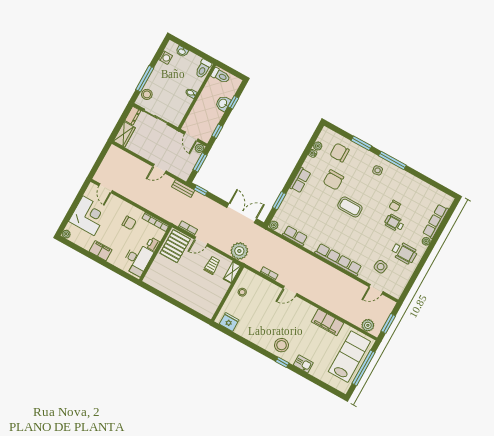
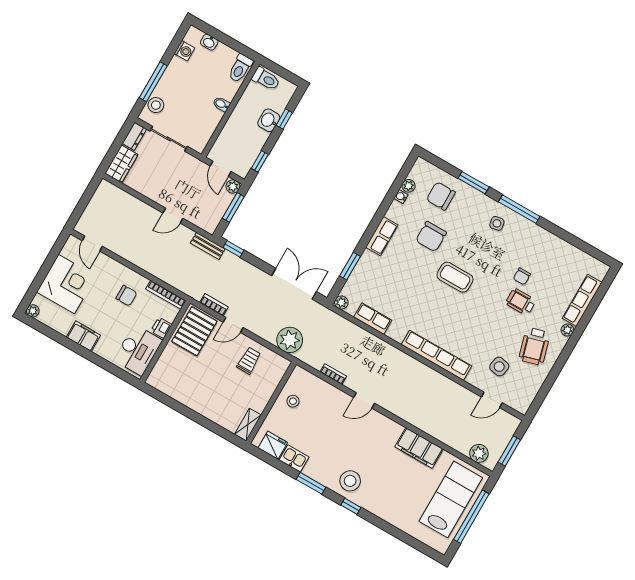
wheelchair: (404, 253) -> (534, 346), turned 74
shelving: (232, 272) -> (248, 425), moved
window: (255, 347) -> (311, 483), added
kitchen sink: (303, 364) -> (294, 459), moved

